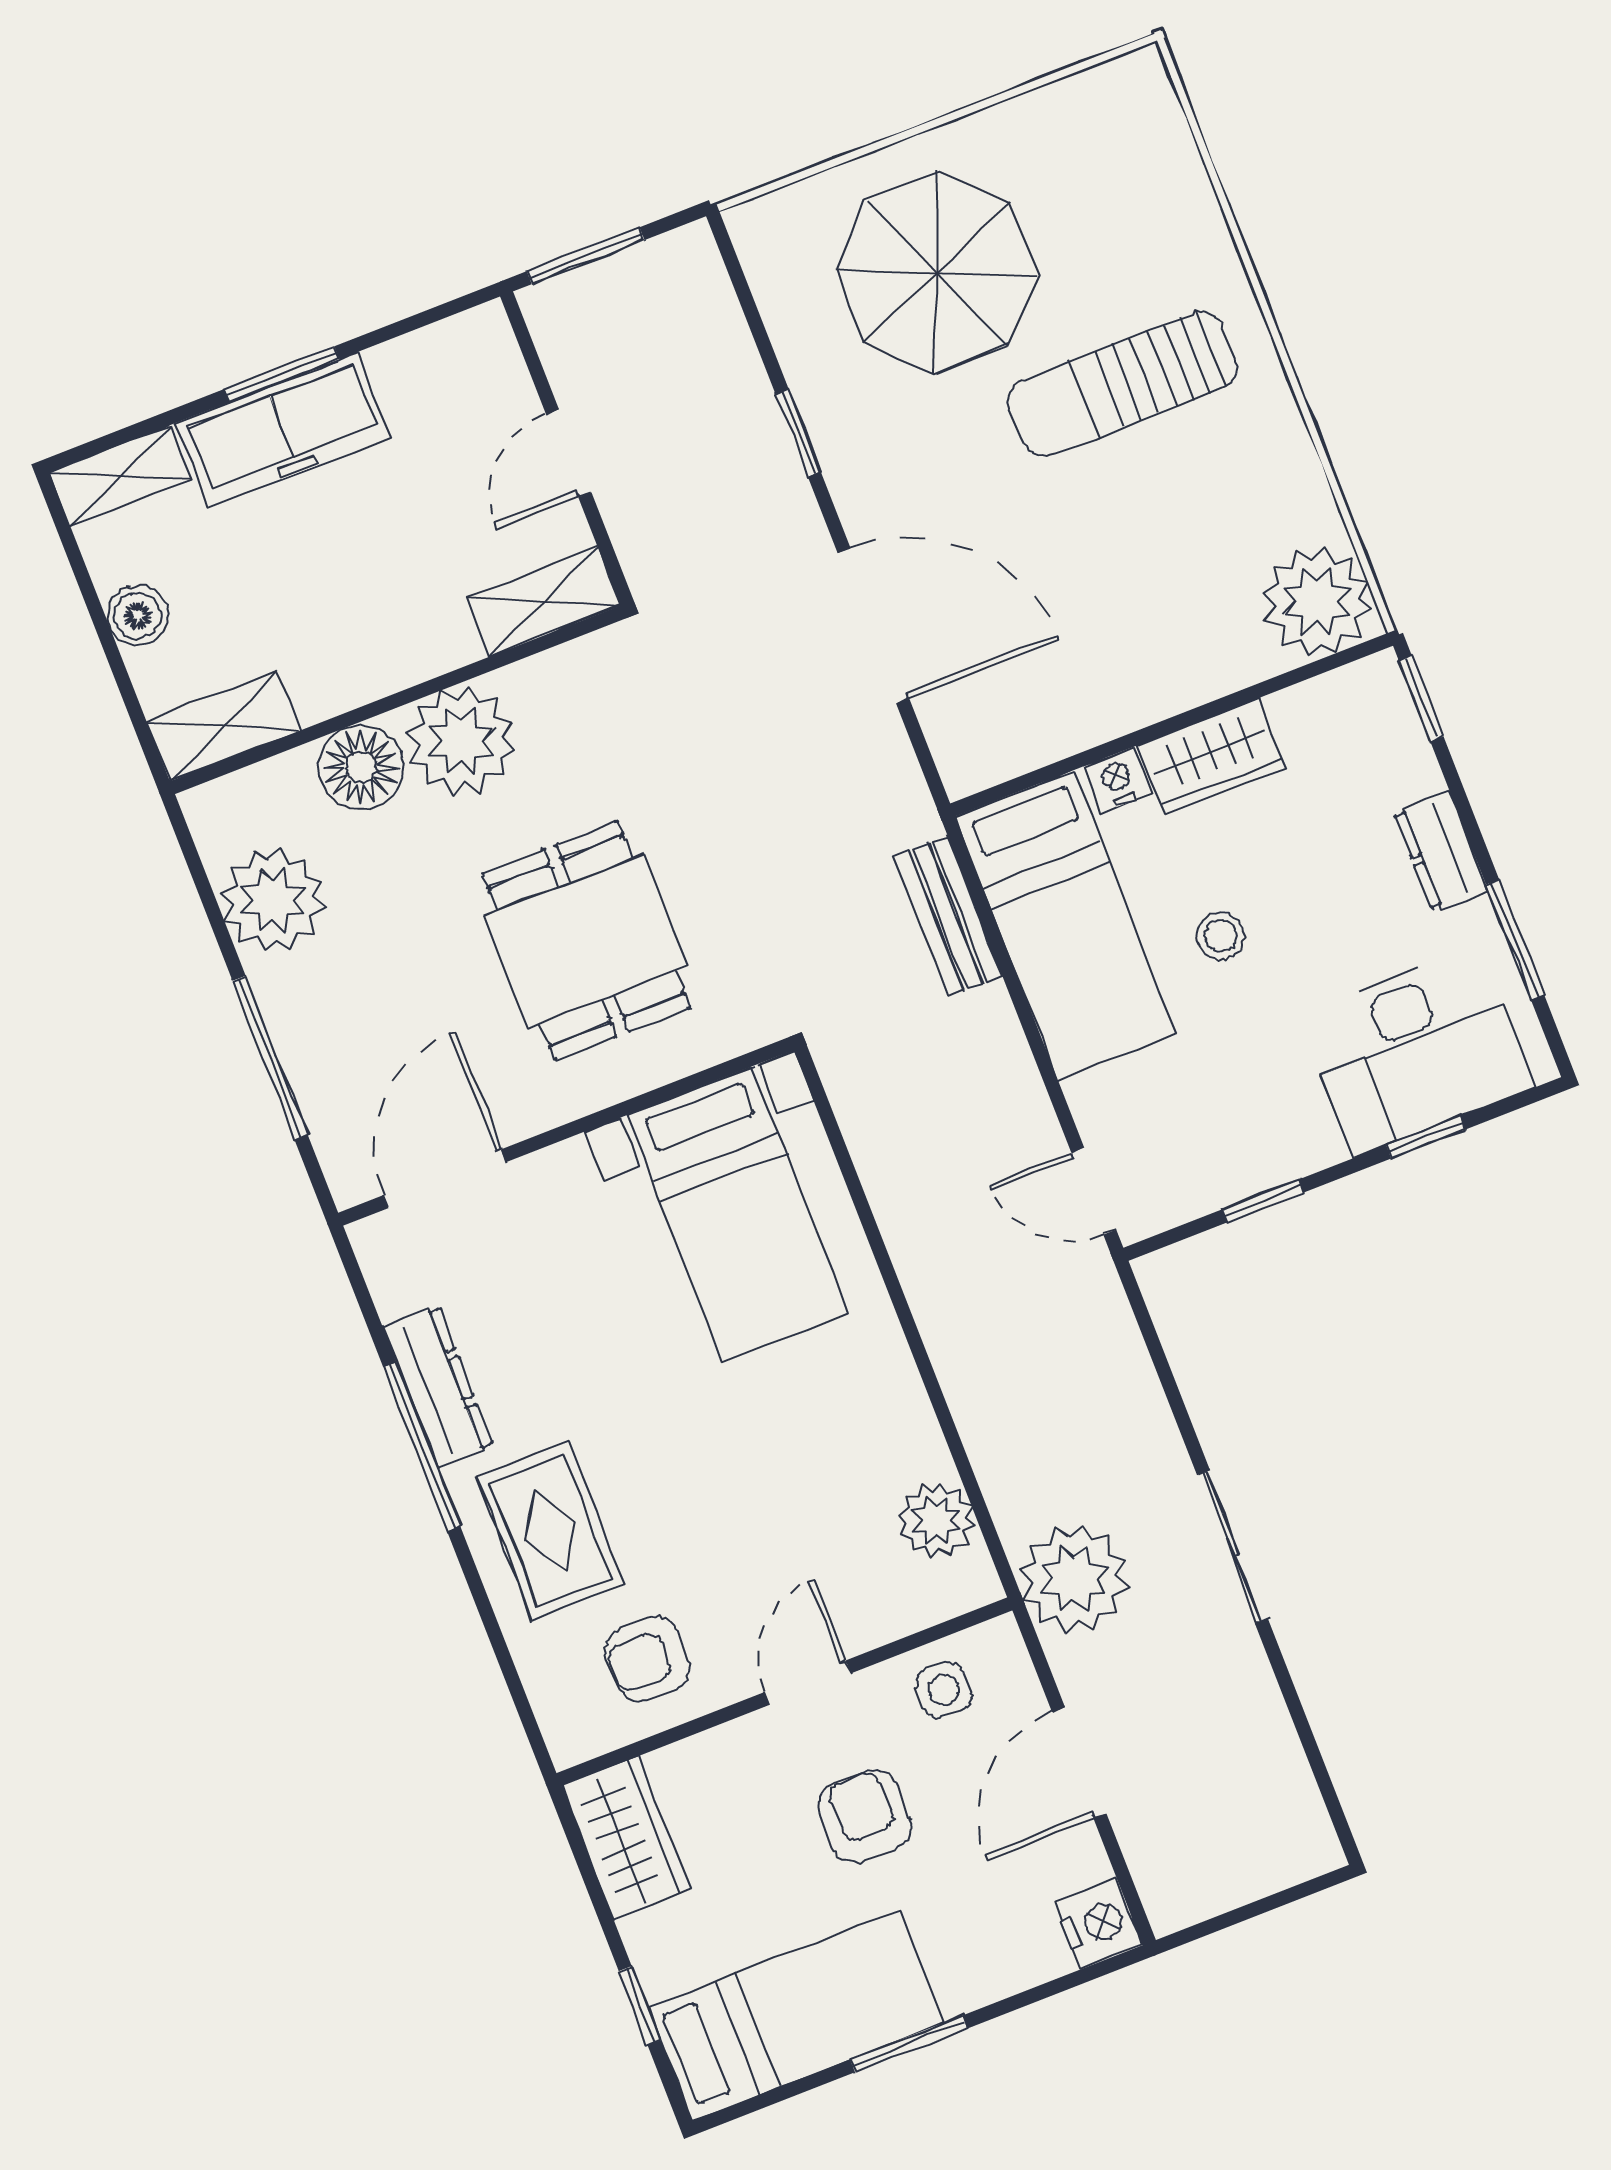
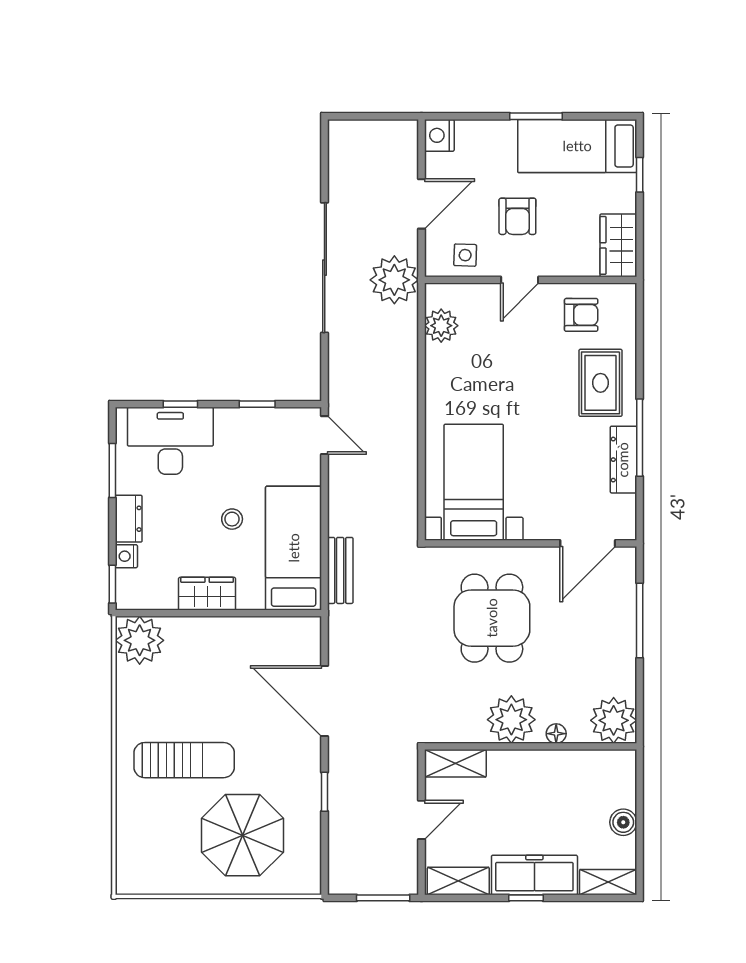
window: (282, 374) -> (526, 898), width x0.67
shelving: (224, 726) -> (458, 881), moved
floor lamp: (361, 767) -> (556, 734), width x0.53, depth x0.53
nightstand: (1117, 780) -> (126, 556), moved, turned 90
plant: (273, 900) -> (614, 720), moved
sliding door: (1232, 1547) -> (325, 268), width x1.86

